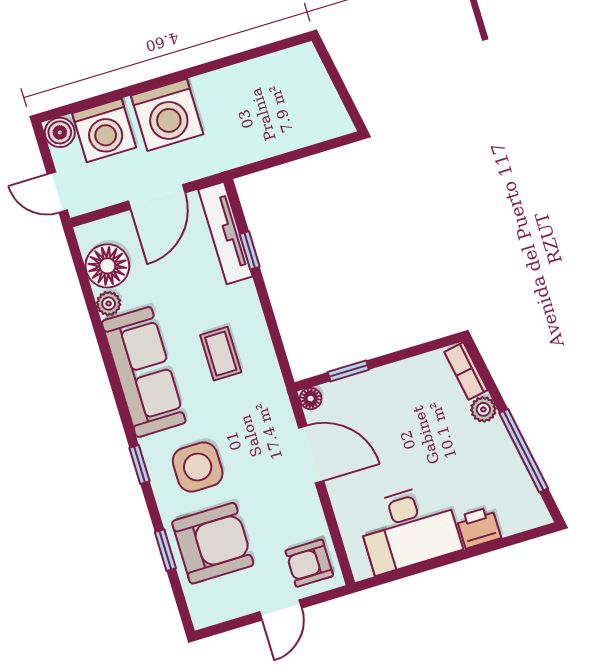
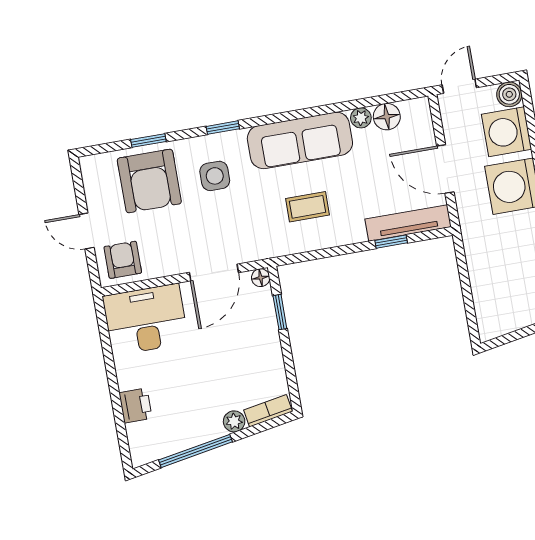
floor lamp: (107, 266) -> (387, 117), width x0.73, depth x0.73
side table: (198, 467) -> (215, 176), width x0.73, depth x0.73
desk: (409, 528) -> (146, 320), moved, turned 90

